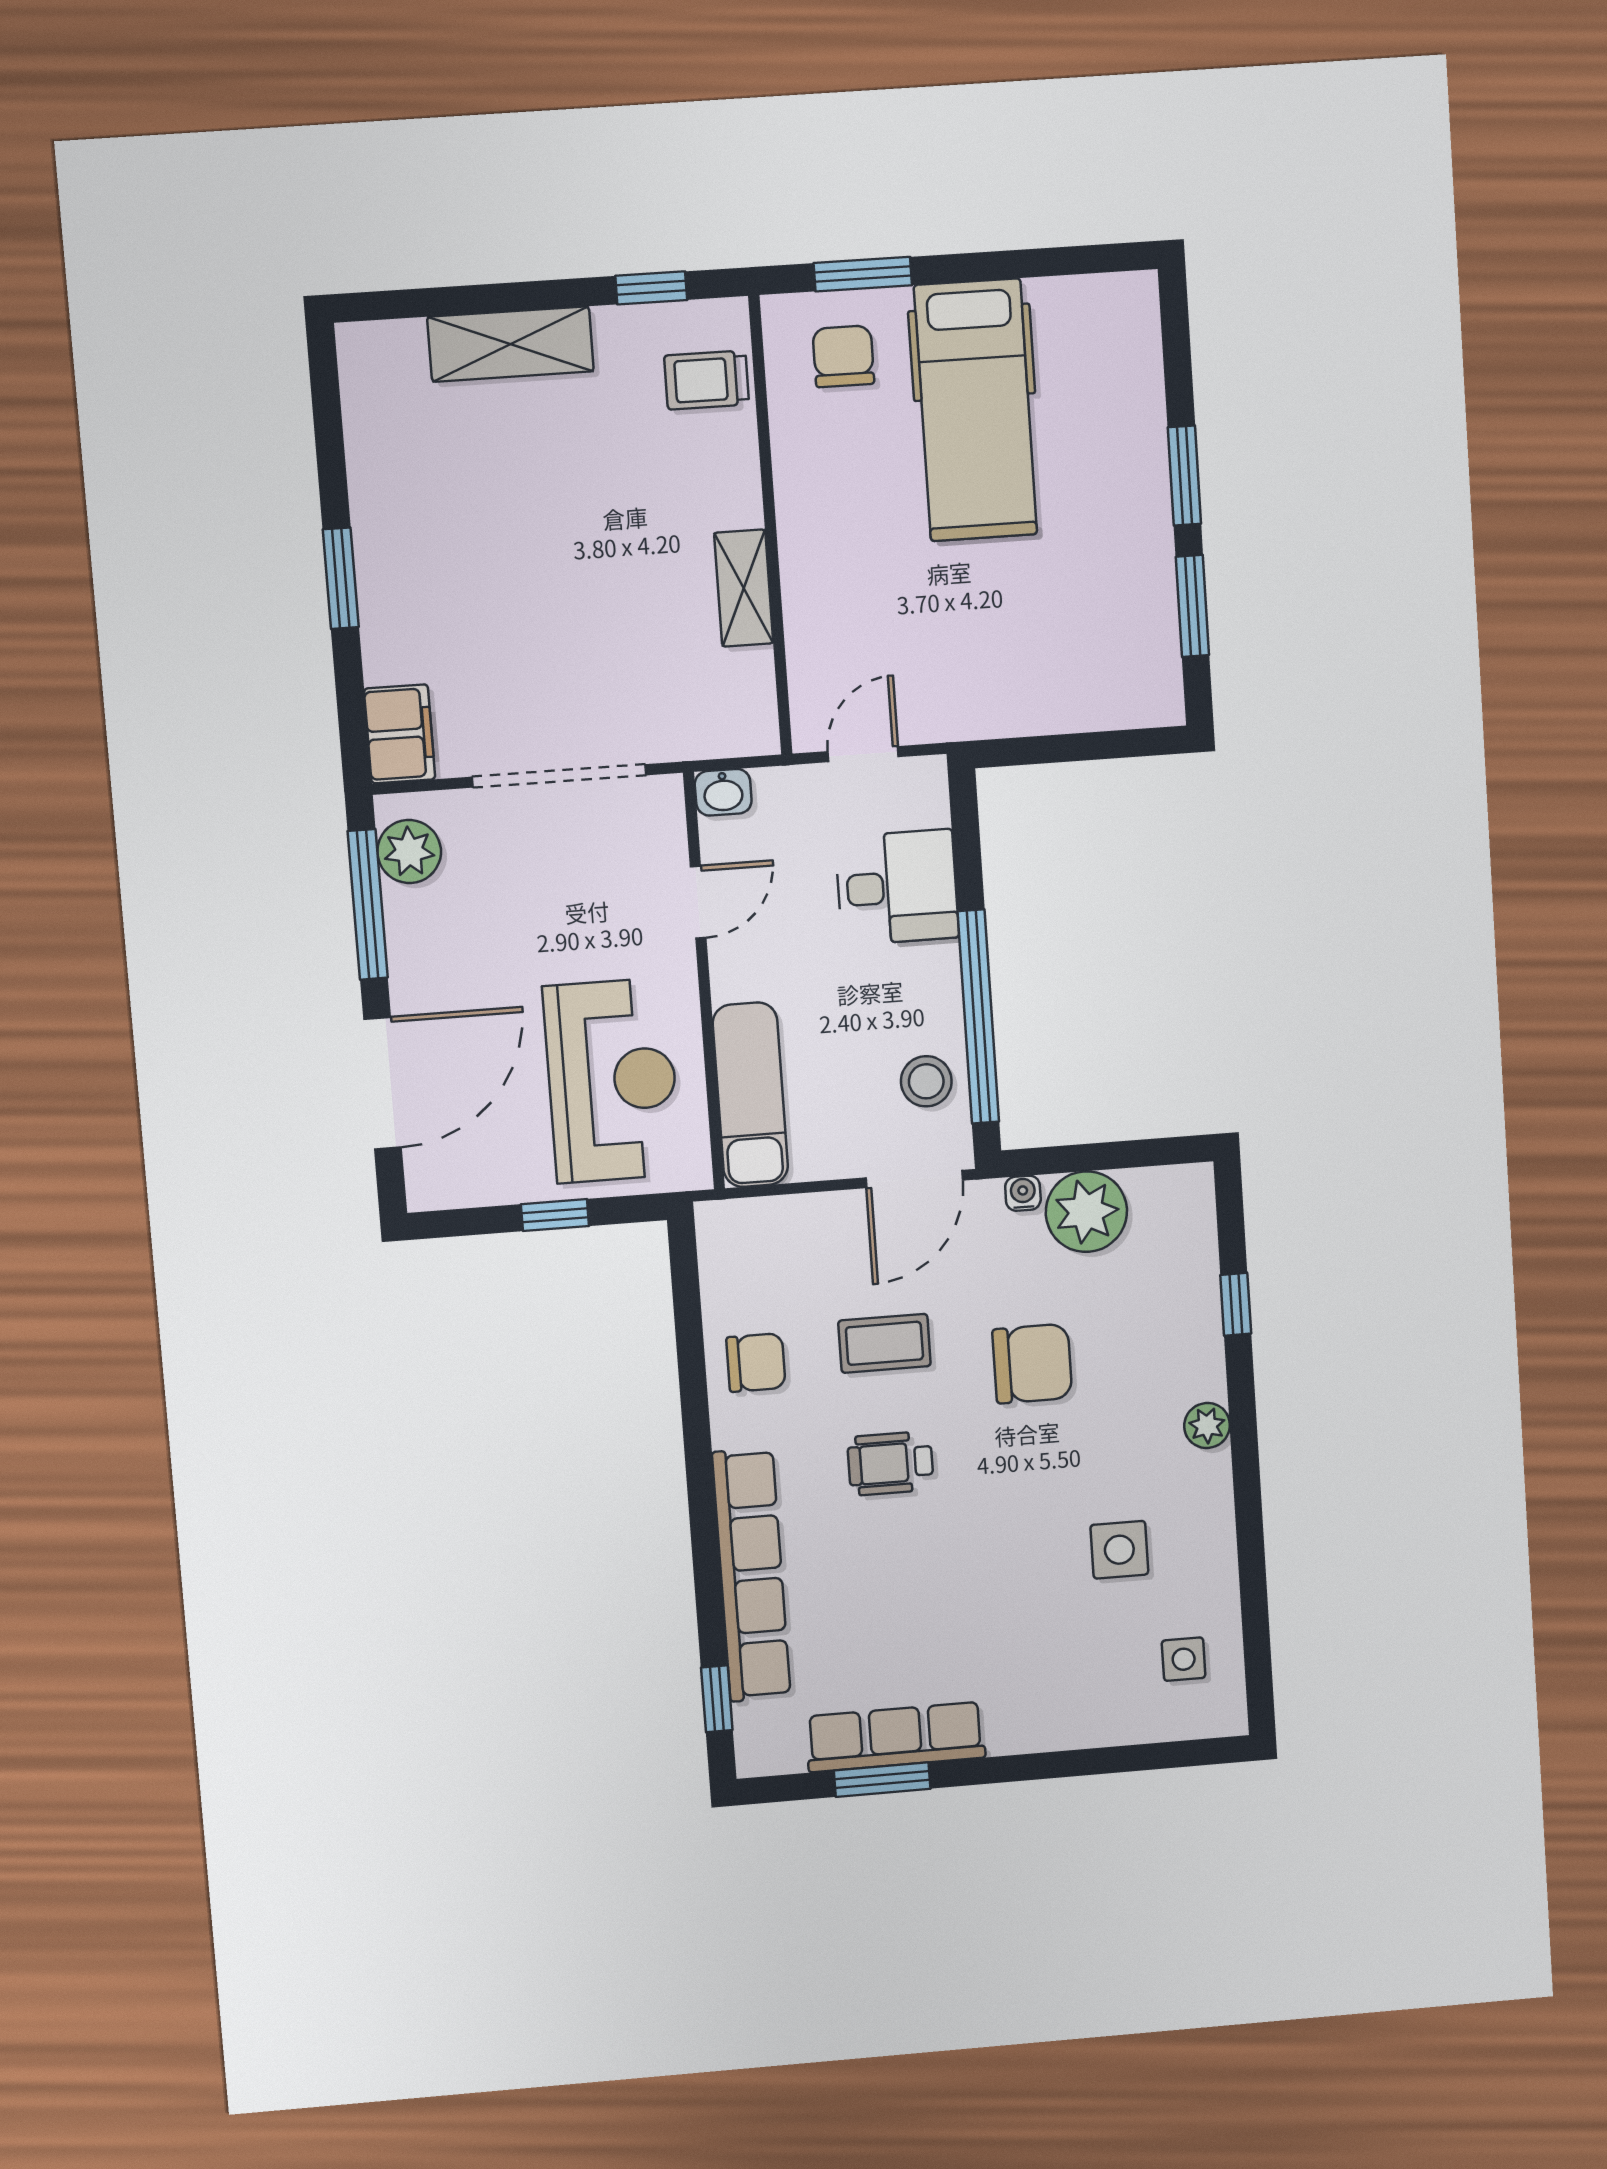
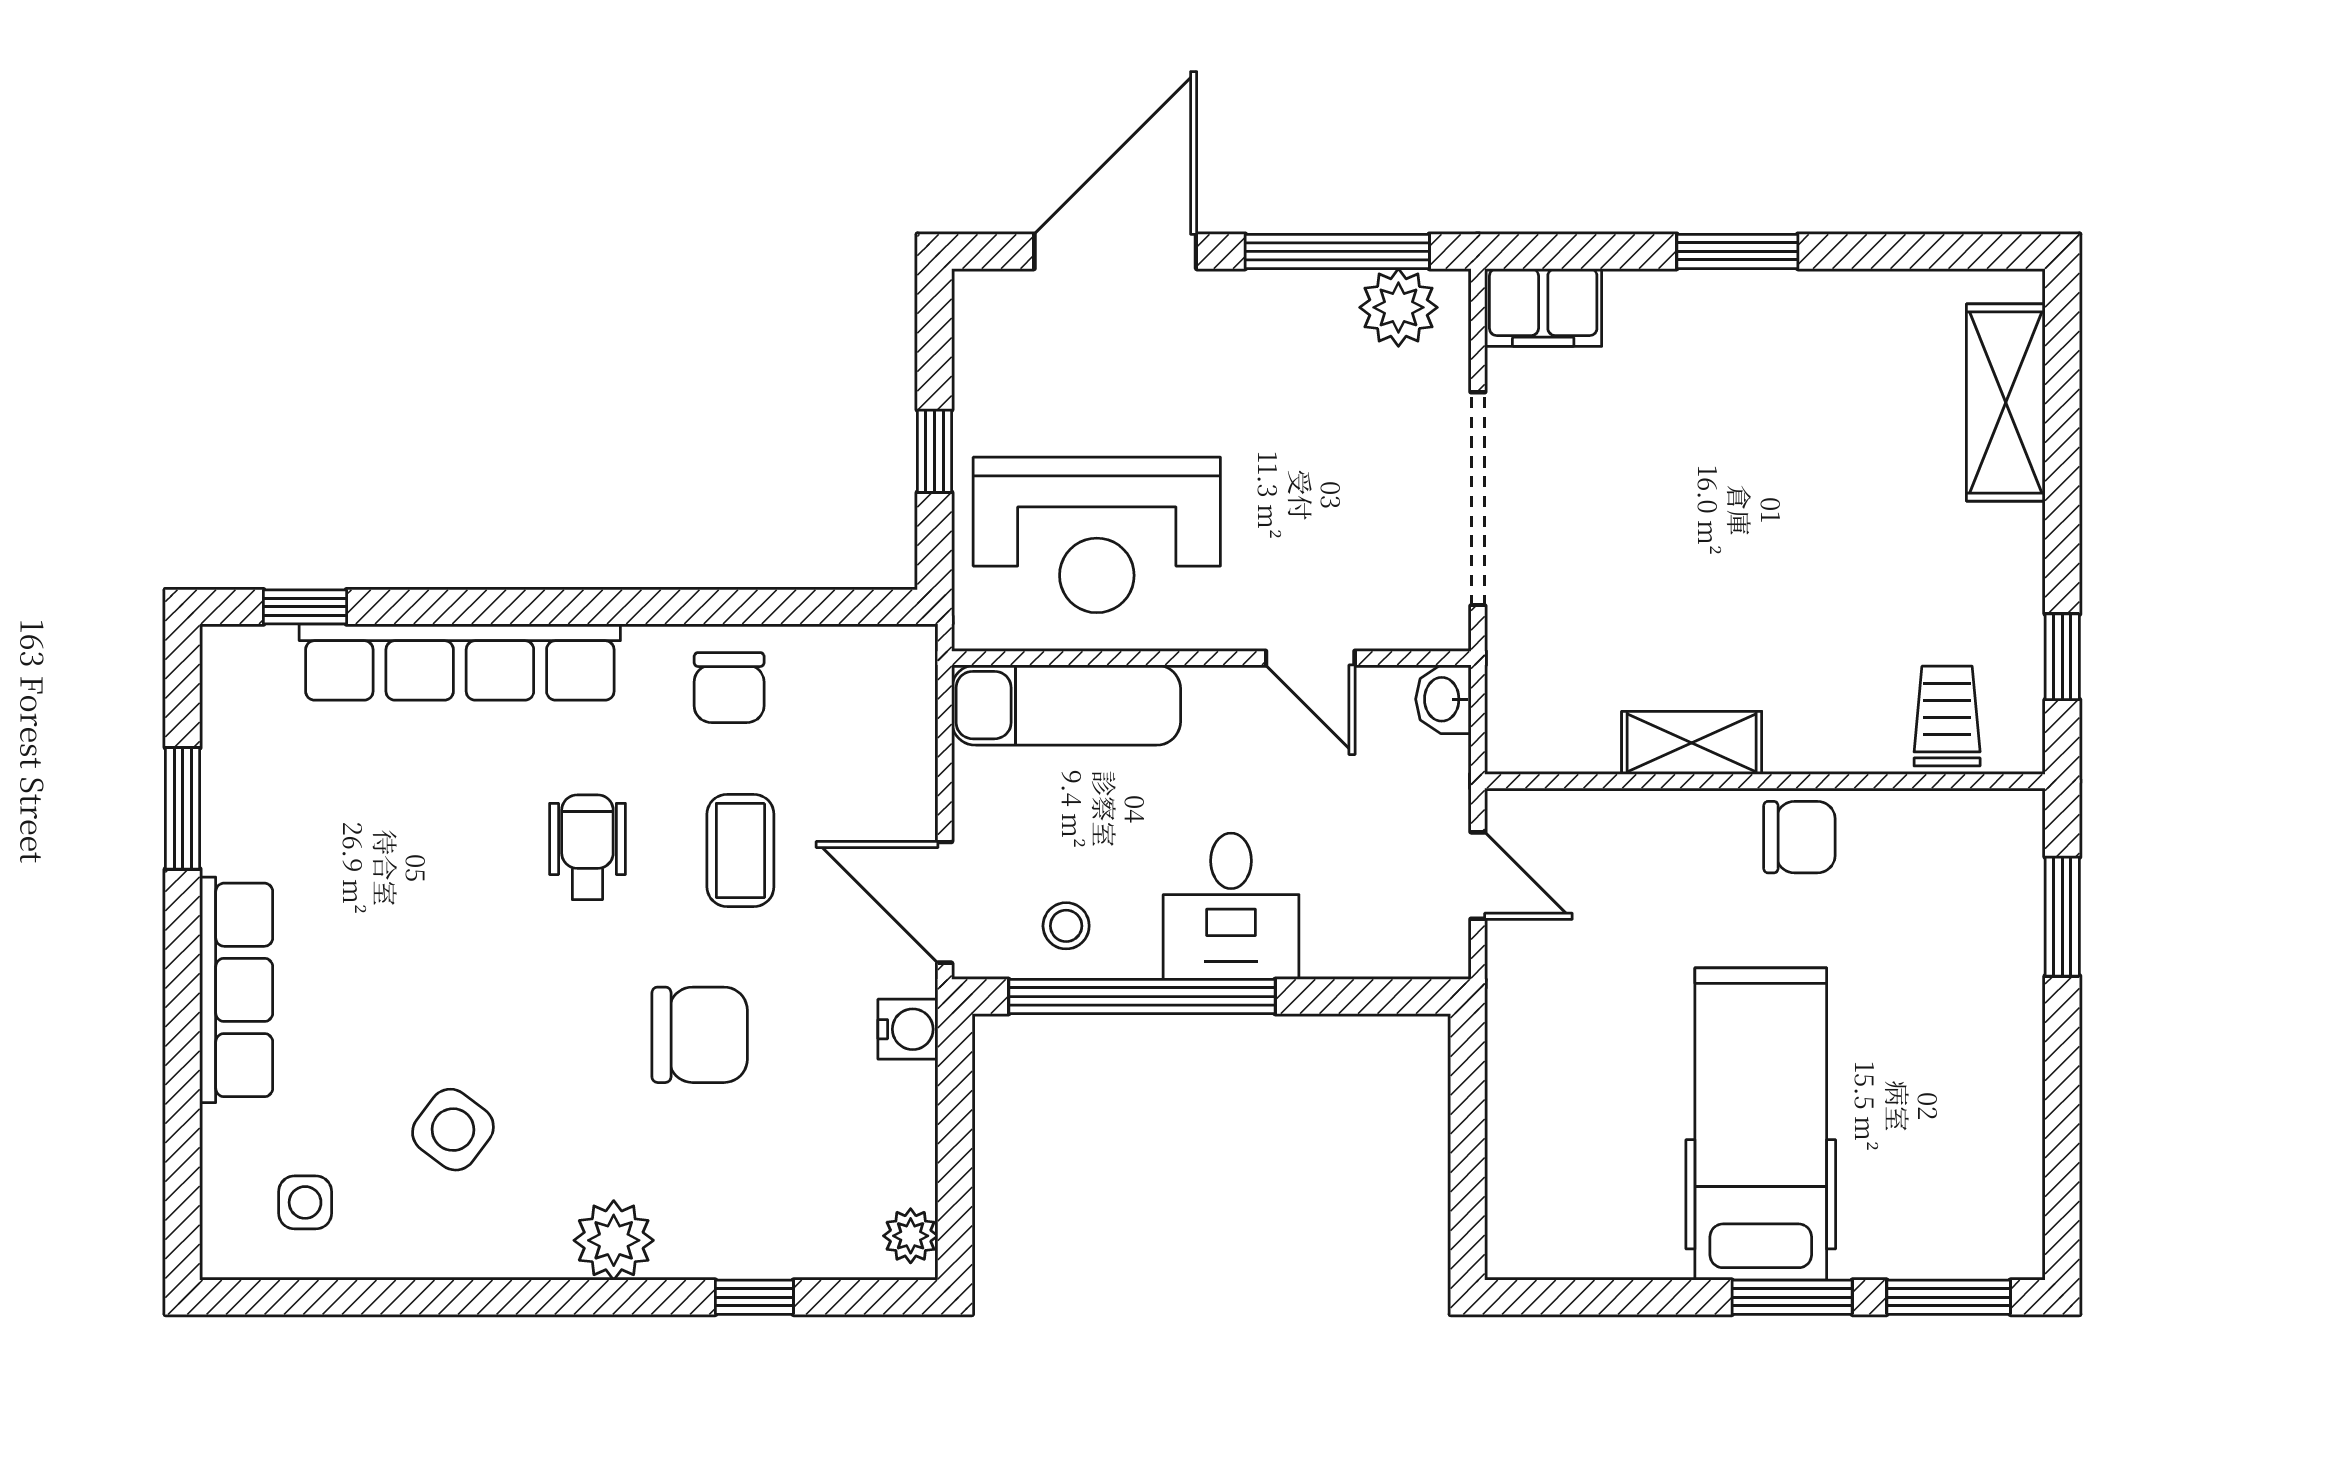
shelving: (511, 344) -> (2006, 403), moved
chair: (843, 356) -> (1799, 837), moved
hospital bed: (976, 410) -> (1761, 1124), moved, turned 90
window: (1192, 606) -> (1949, 1297), moved
desk: (897, 887) -> (1231, 906), moved
stool: (926, 1081) -> (1066, 926), width x0.73, depth x0.73
door: (383, 1083) -> (1115, 251), swing flipped
water cooler: (1023, 1193) -> (908, 1029), width x1.38, depth x1.38
plant: (1086, 1212) -> (911, 1236), moved, width x0.53, depth x0.53
chair: (1032, 1364) -> (700, 1035), turned -90
plant: (1207, 1426) -> (614, 1240), width x1.38, depth x1.38
side table: (1119, 1550) -> (453, 1130), turned 37
row of seats: (895, 1737) -> (236, 990), moved

